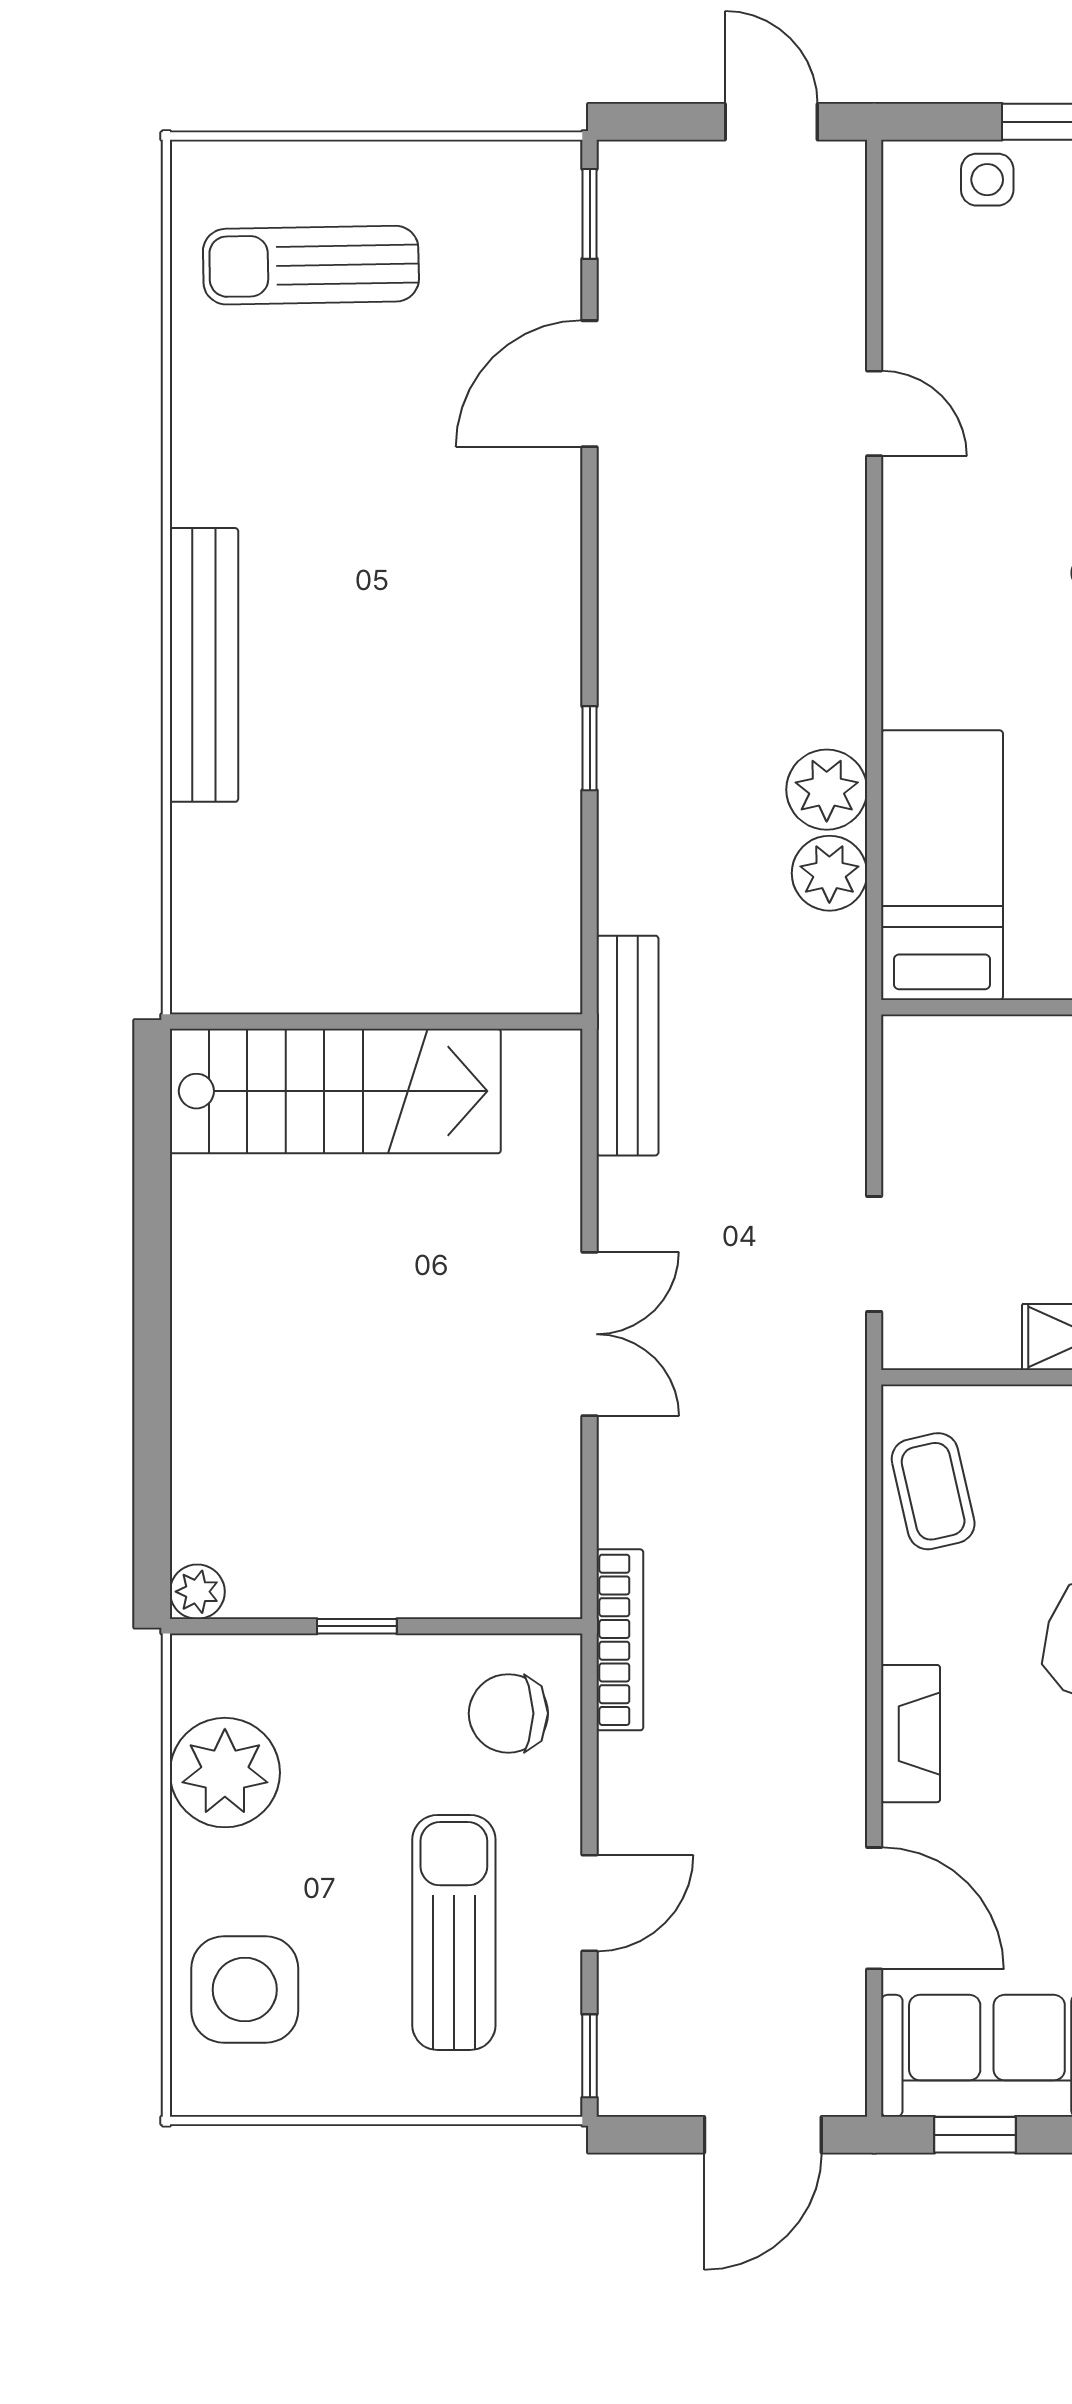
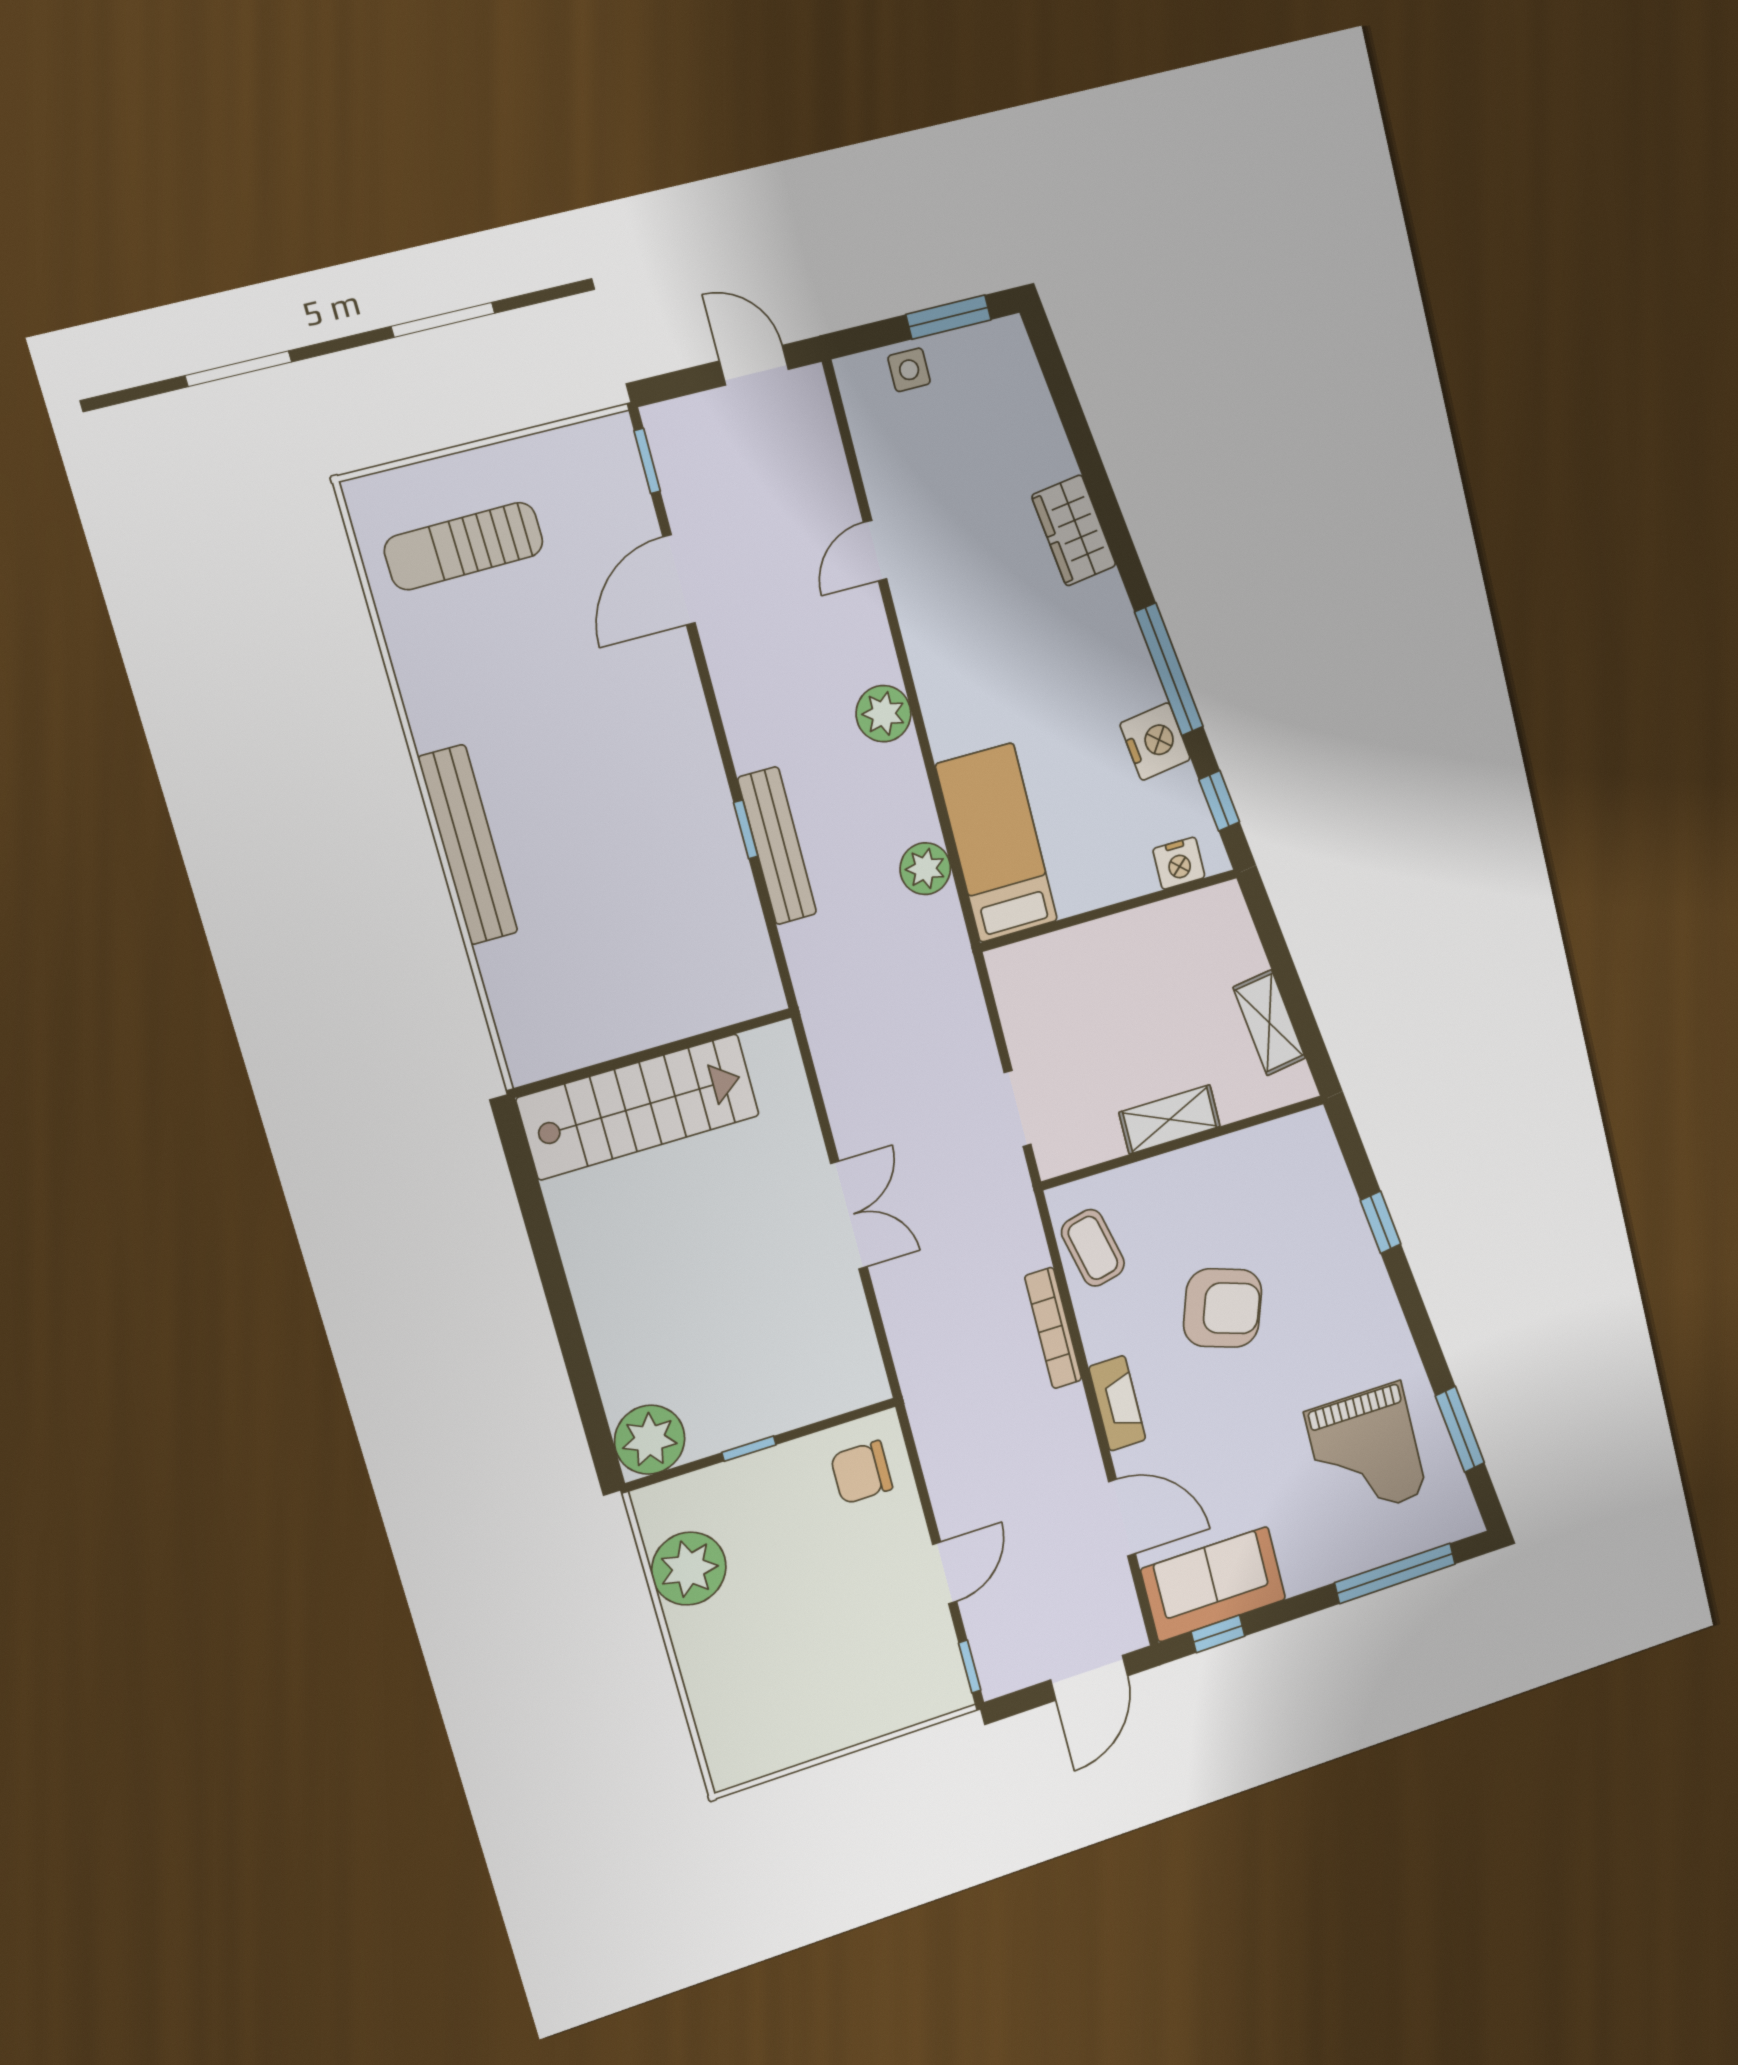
door: (874, 413) -> (875, 551), swing flipped
plant: (827, 790) -> (884, 714), moved
bench: (627, 1046) -> (777, 846), moved
plant: (197, 1592) -> (650, 1440), width x1.88, depth x1.88
bookcase: (620, 1640) -> (1053, 1328), moved, turned 180
sun lounger: (454, 1932) -> (864, 1620), removed
side table: (245, 1990) -> (740, 1699), removed

